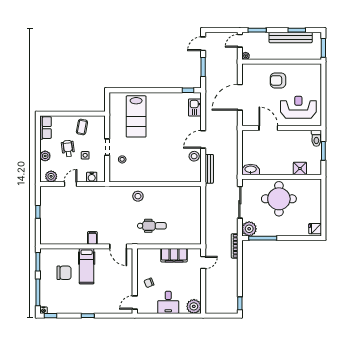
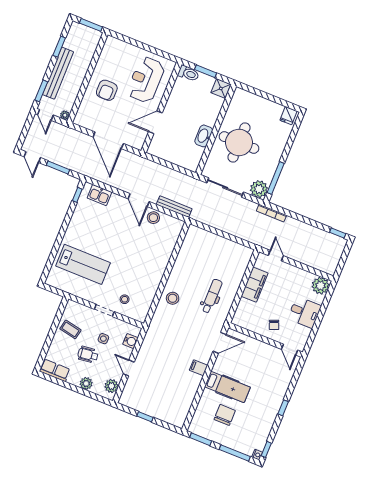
bench: (291, 37) -> (58, 73), moved
shower: (300, 168) -> (221, 88), moved
washbasin: (251, 170) -> (204, 136), moved

